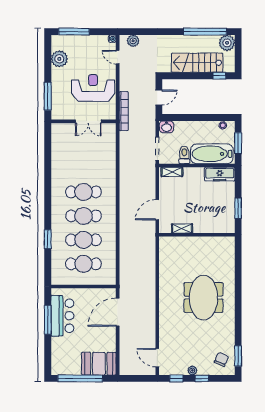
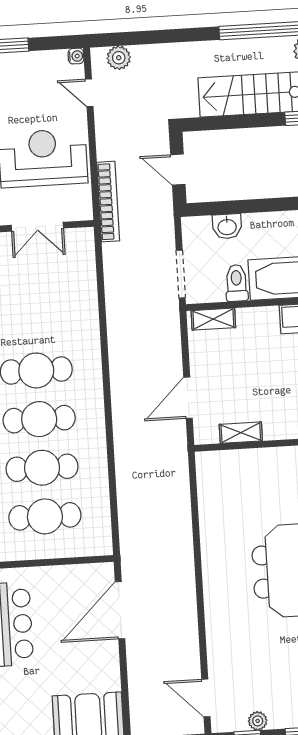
door: (159, 97) -> (178, 170), swing flipped
washbasin: (166, 127) -> (227, 226), moved
plant: (192, 370) -> (258, 721), moved

